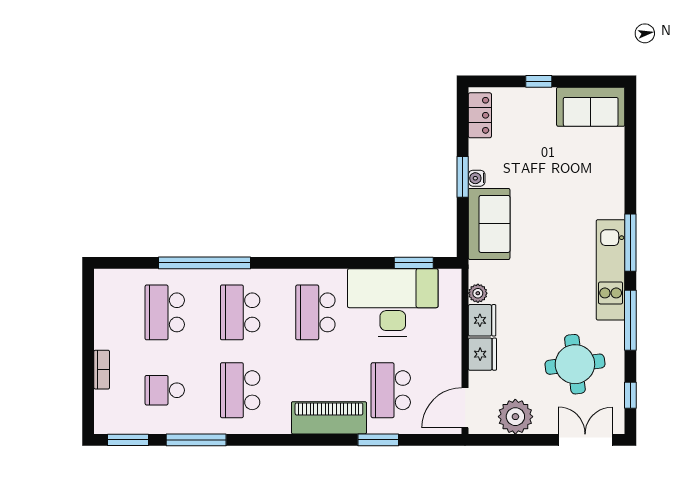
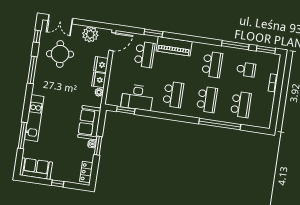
window: (630, 243) -> (23, 135), moved
kitchen unit: (611, 270) -> (34, 118), moved
desk: (393, 302) -> (137, 97), width x0.73, depth x0.77

